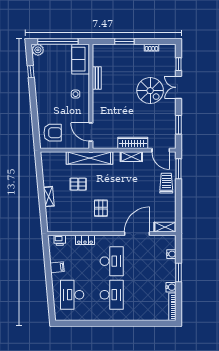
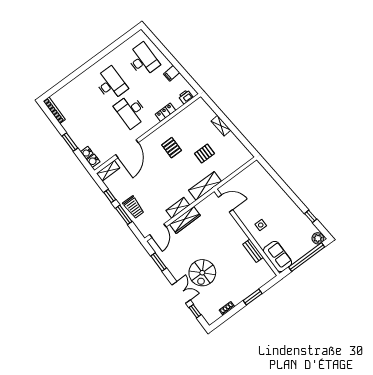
spiral stairs: (150, 91) -> (202, 273), turned -90
armchair: (53, 133) -> (256, 180), removed
door: (161, 150) -> (158, 231), swing flipped
shelving: (89, 158) -> (205, 186), width x0.68
window: (178, 169) -> (124, 215), moved
window: (178, 206) -> (110, 196), added
water cooler: (171, 287) -> (93, 161), moved
desk: (112, 295) -> (111, 84), turned 180

